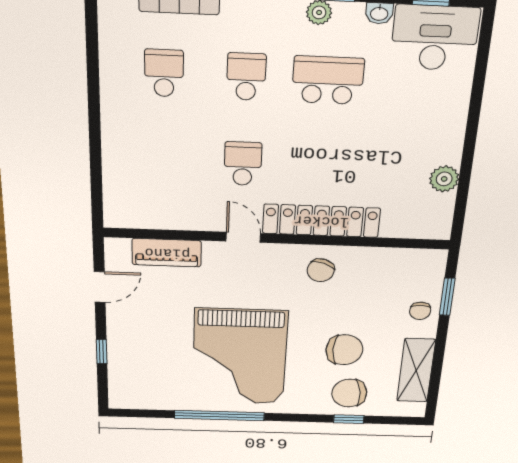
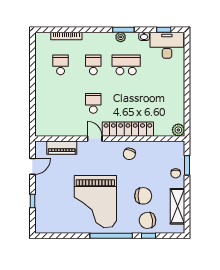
plant: (444, 179) -> (178, 130), moved
window: (219, 416) -> (111, 236), moved

